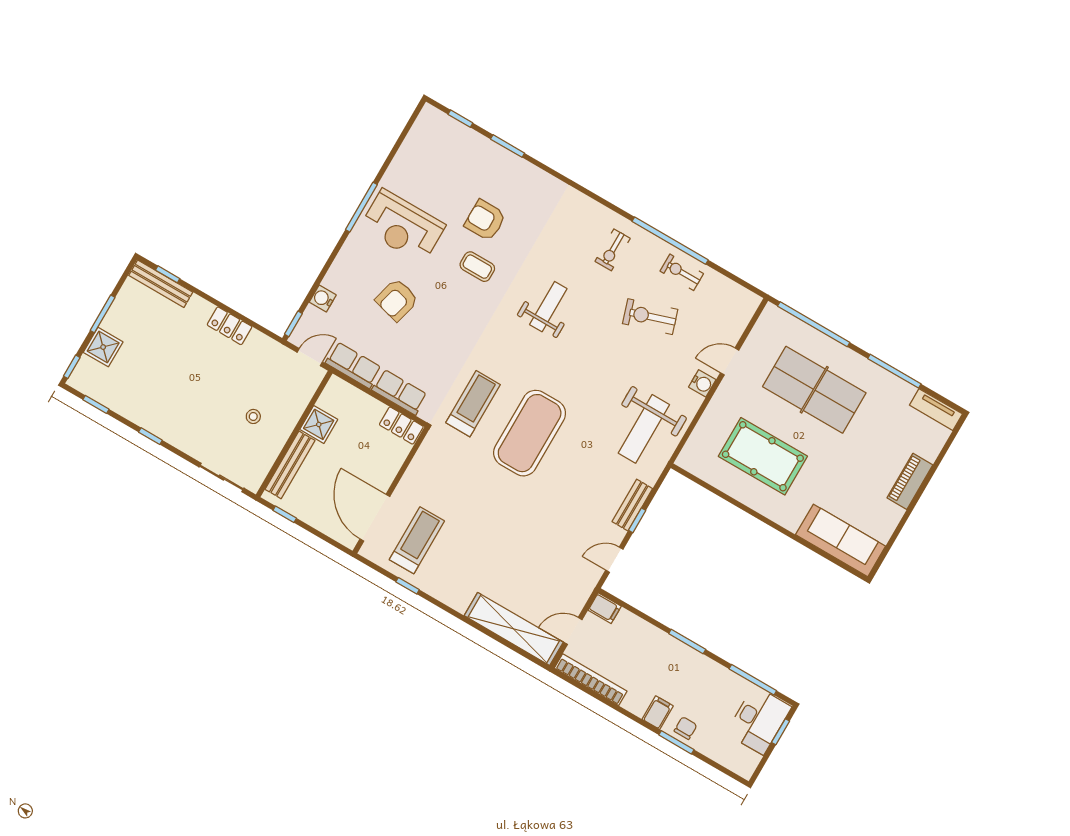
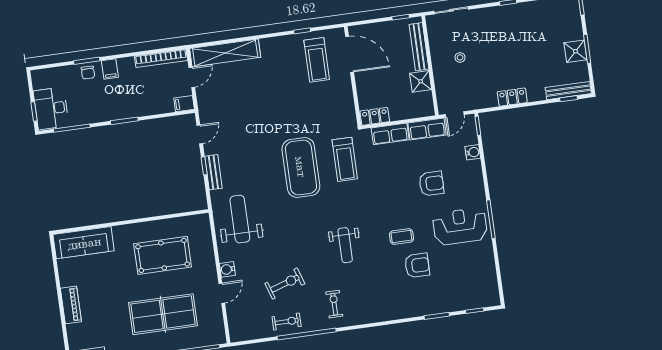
armchair: (397, 300) -> (431, 184), turned 75
shower: (103, 347) -> (575, 51), moved

